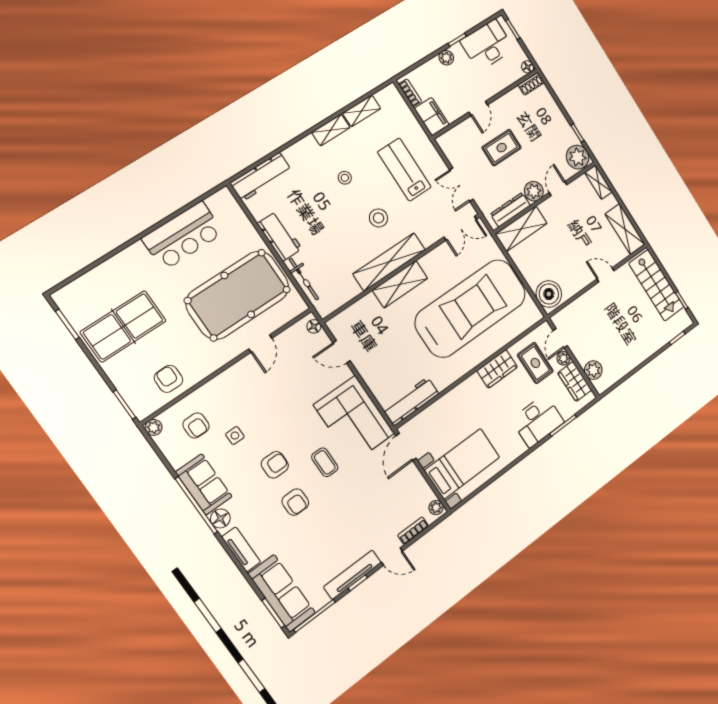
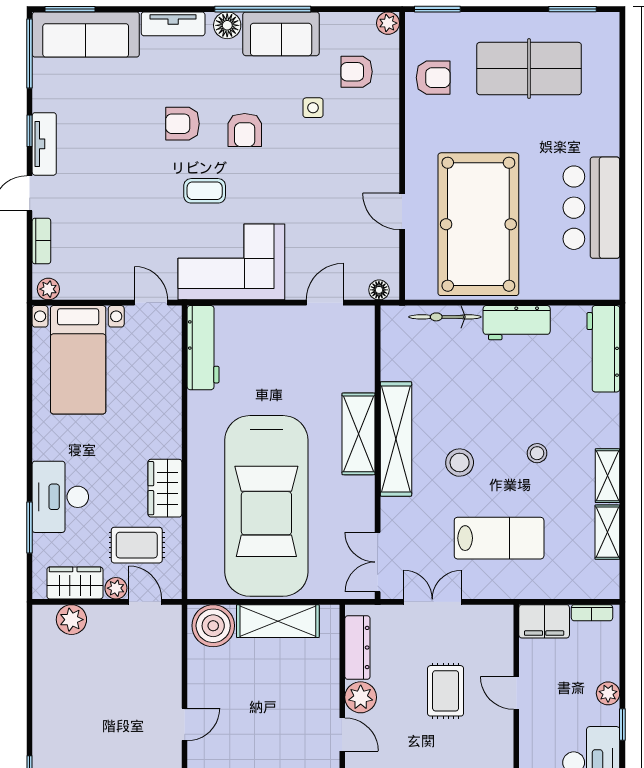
shelving: (521, 229) -> (278, 621), moved, turned 90
table tennis table: (123, 326) -> (529, 69), turned 90
door: (406, 447) -> (151, 303), width x0.73
tv unit: (352, 575) -> (44, 144), width x0.71

